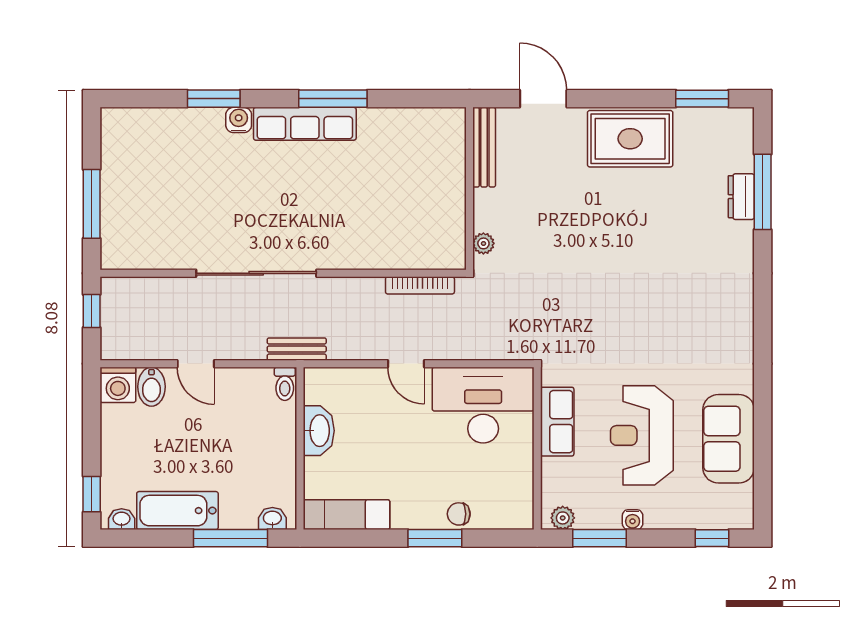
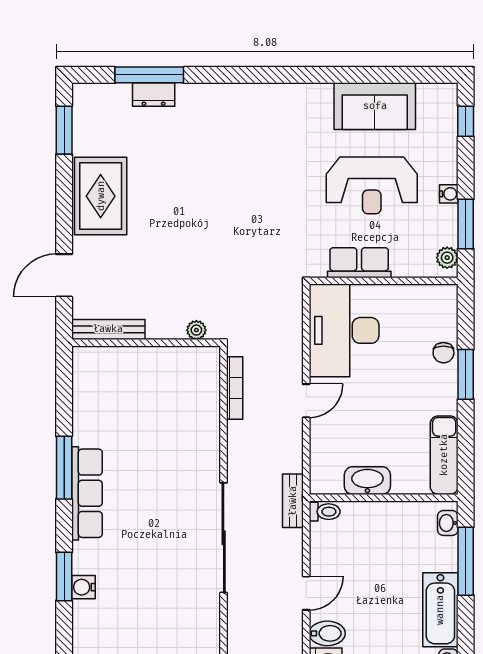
water cooler: (239, 120) -> (83, 587), moved

